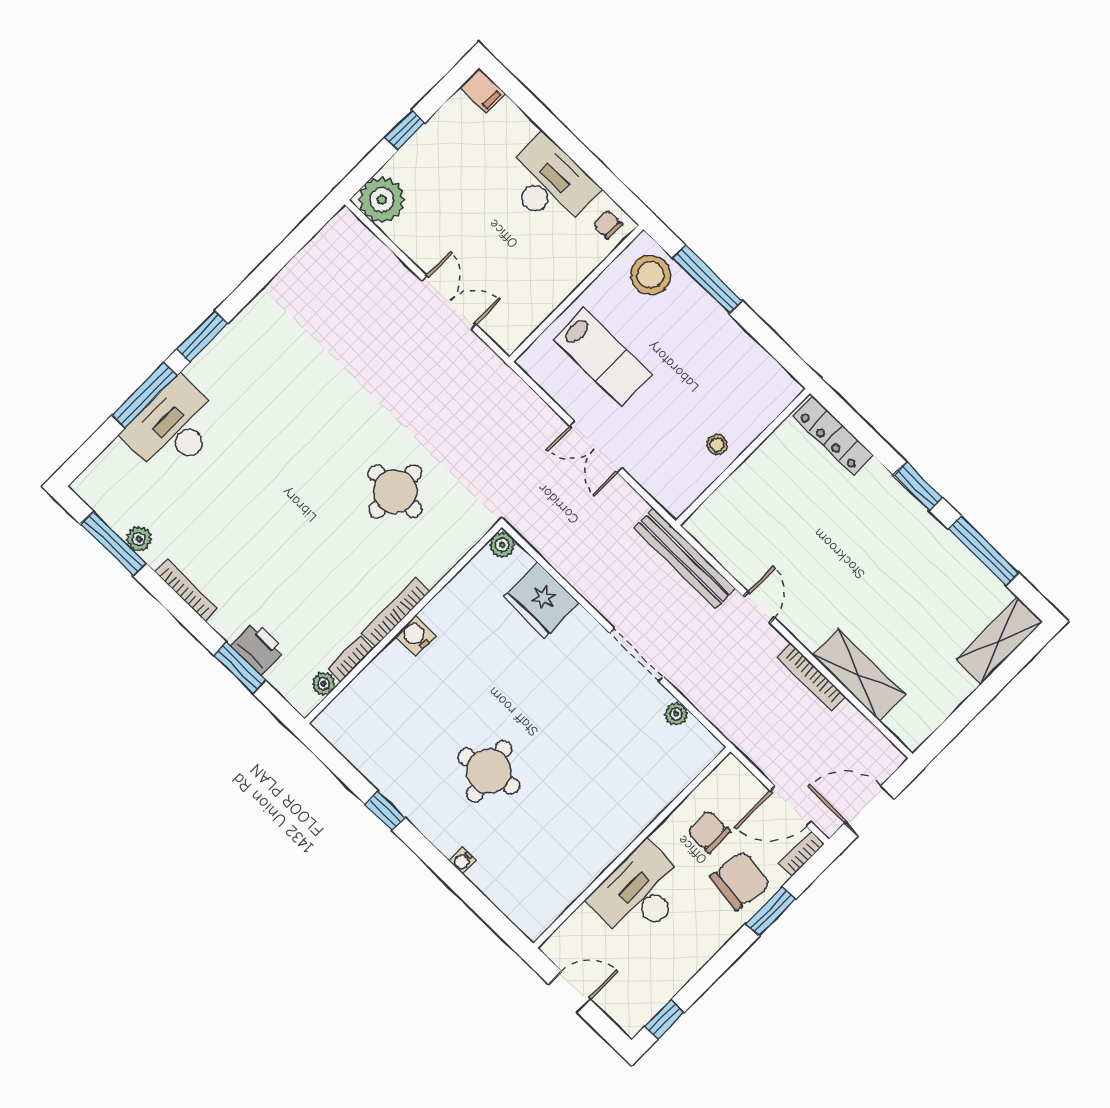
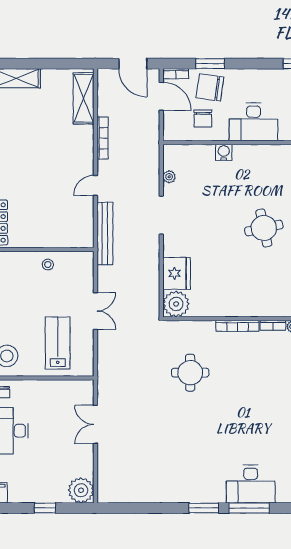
plant: (502, 545) -> (176, 304), width x1.88, depth x1.88
water cooler: (416, 636) -> (224, 152), moved, turned 180
shelving: (859, 675) -> (84, 98), moved

